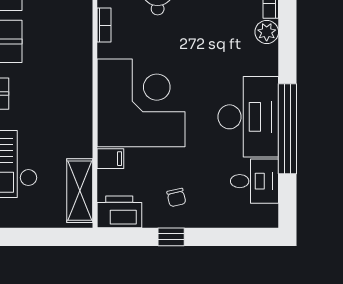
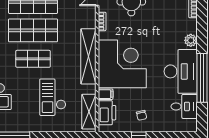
plant: (267, 32) -> (191, 40), moved
shelving: (79, 89) -> (88, 56), added
printer: (119, 212) -> (107, 113), moved, turned 90

